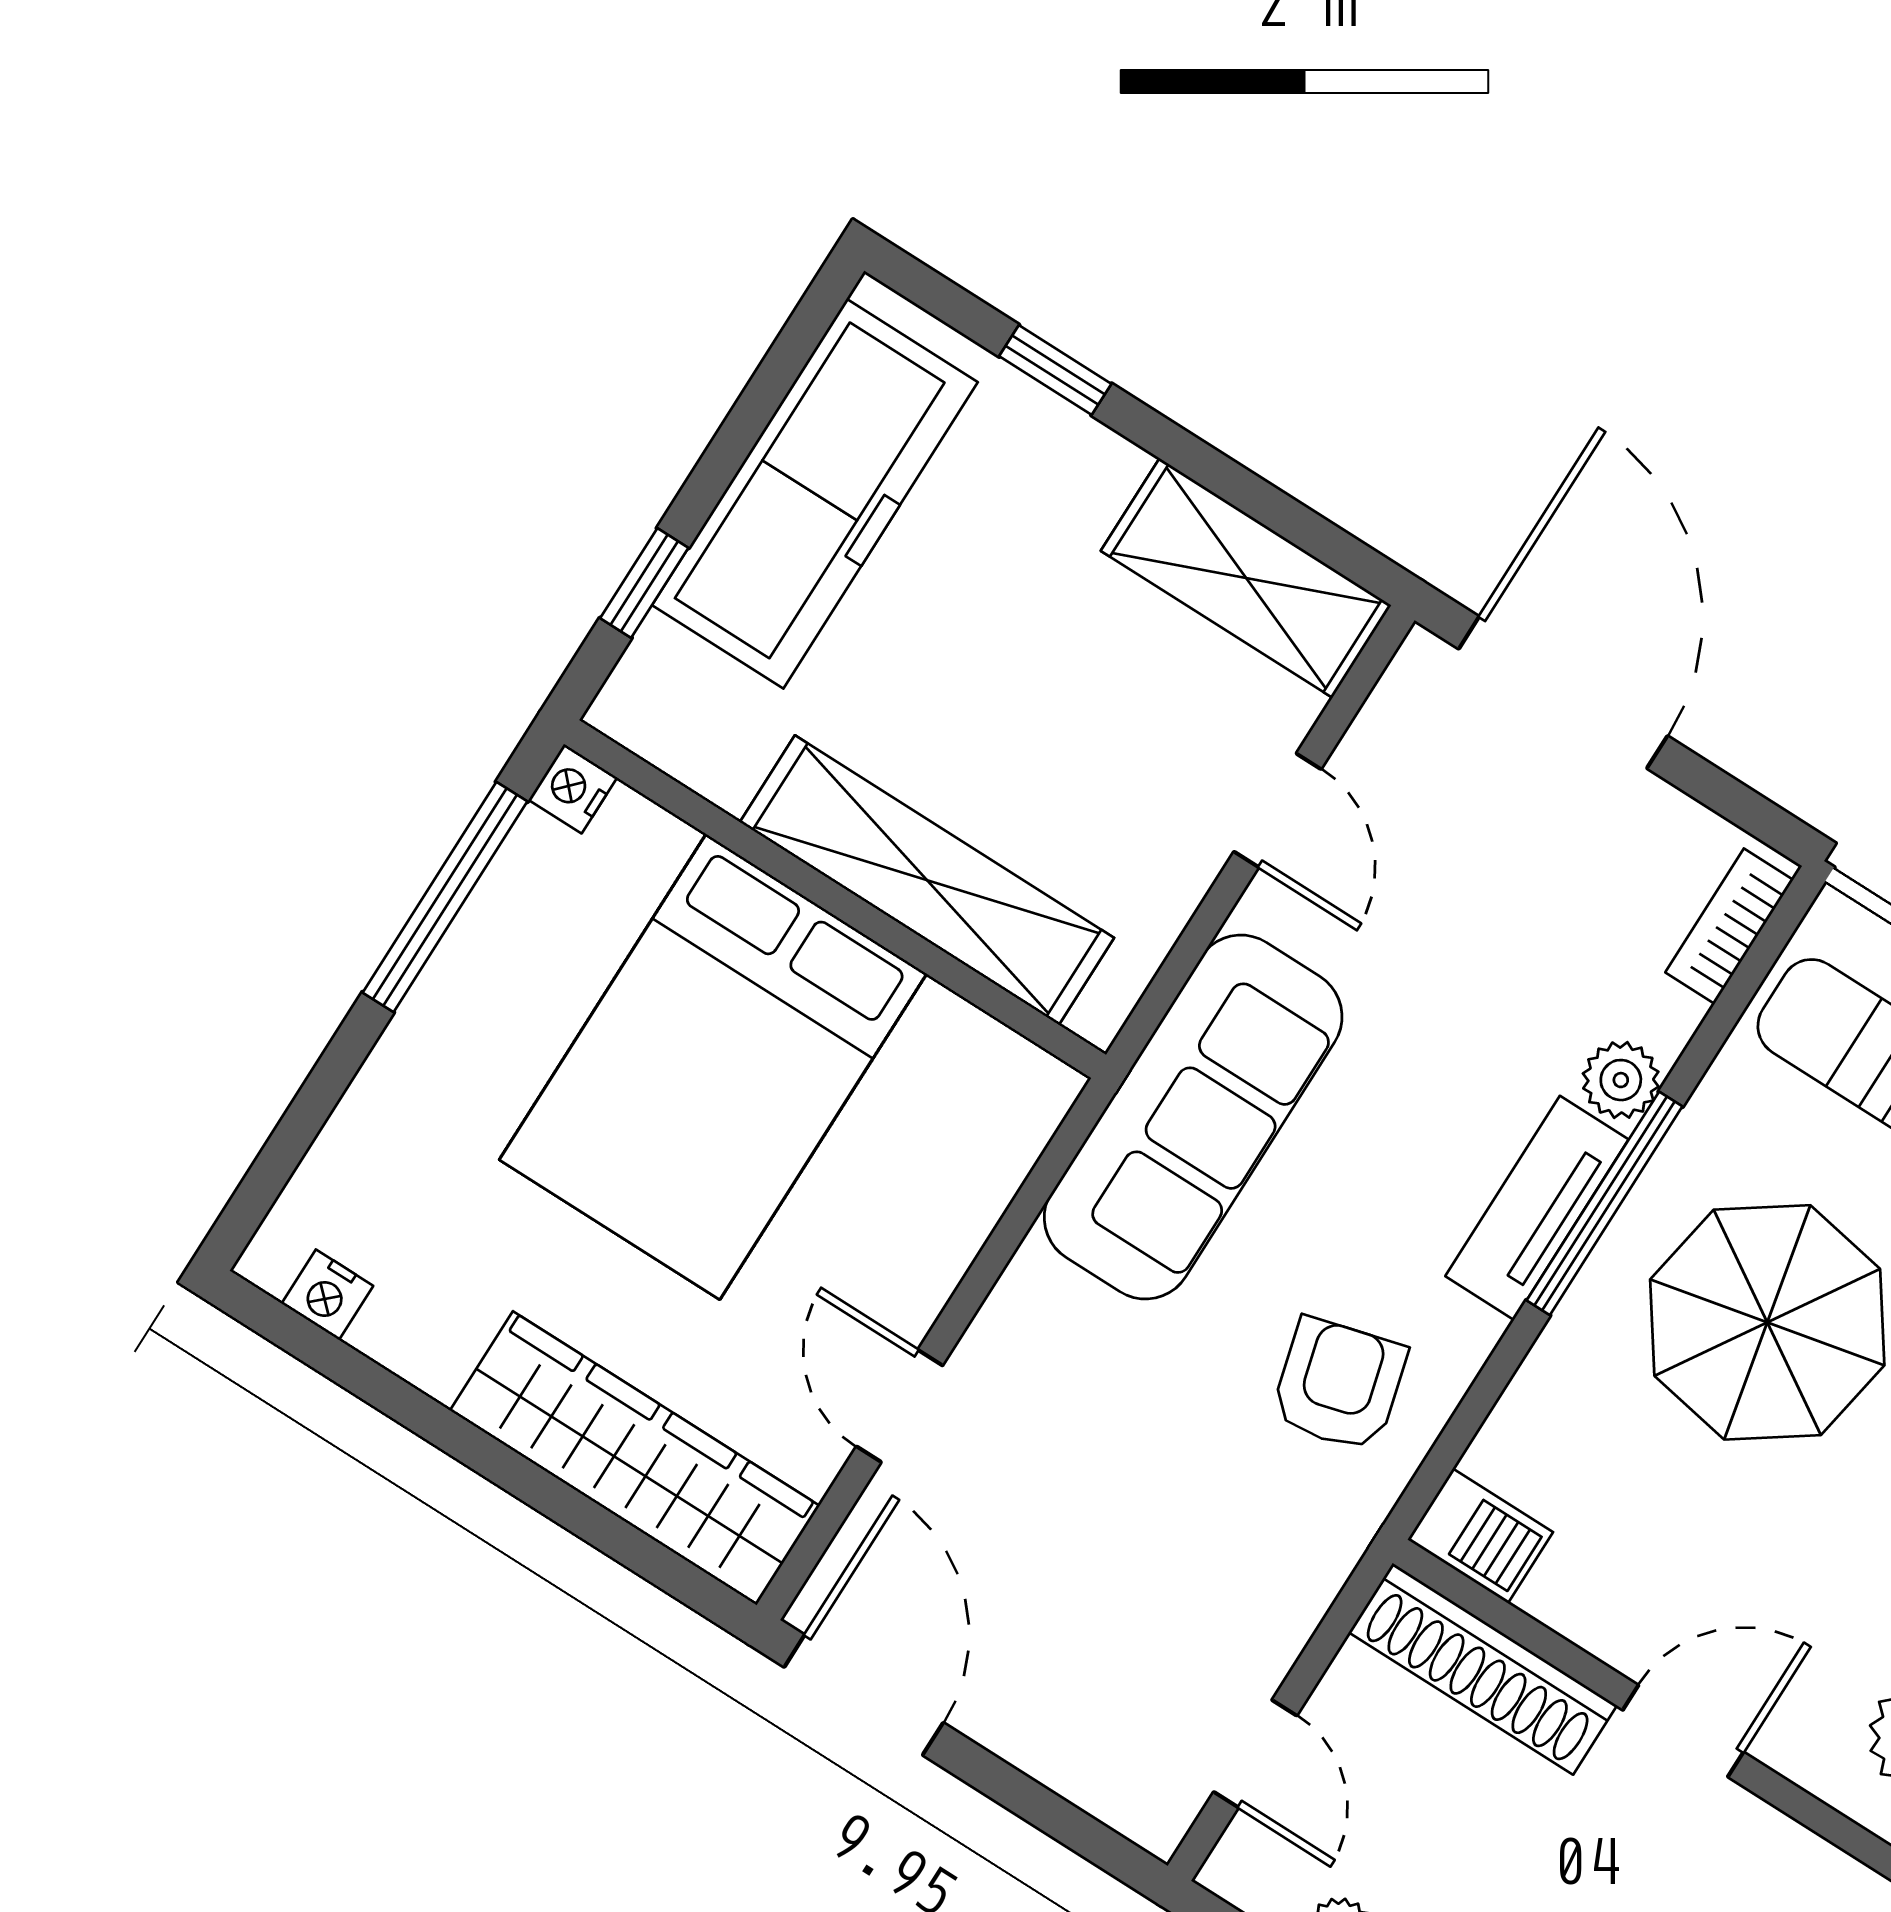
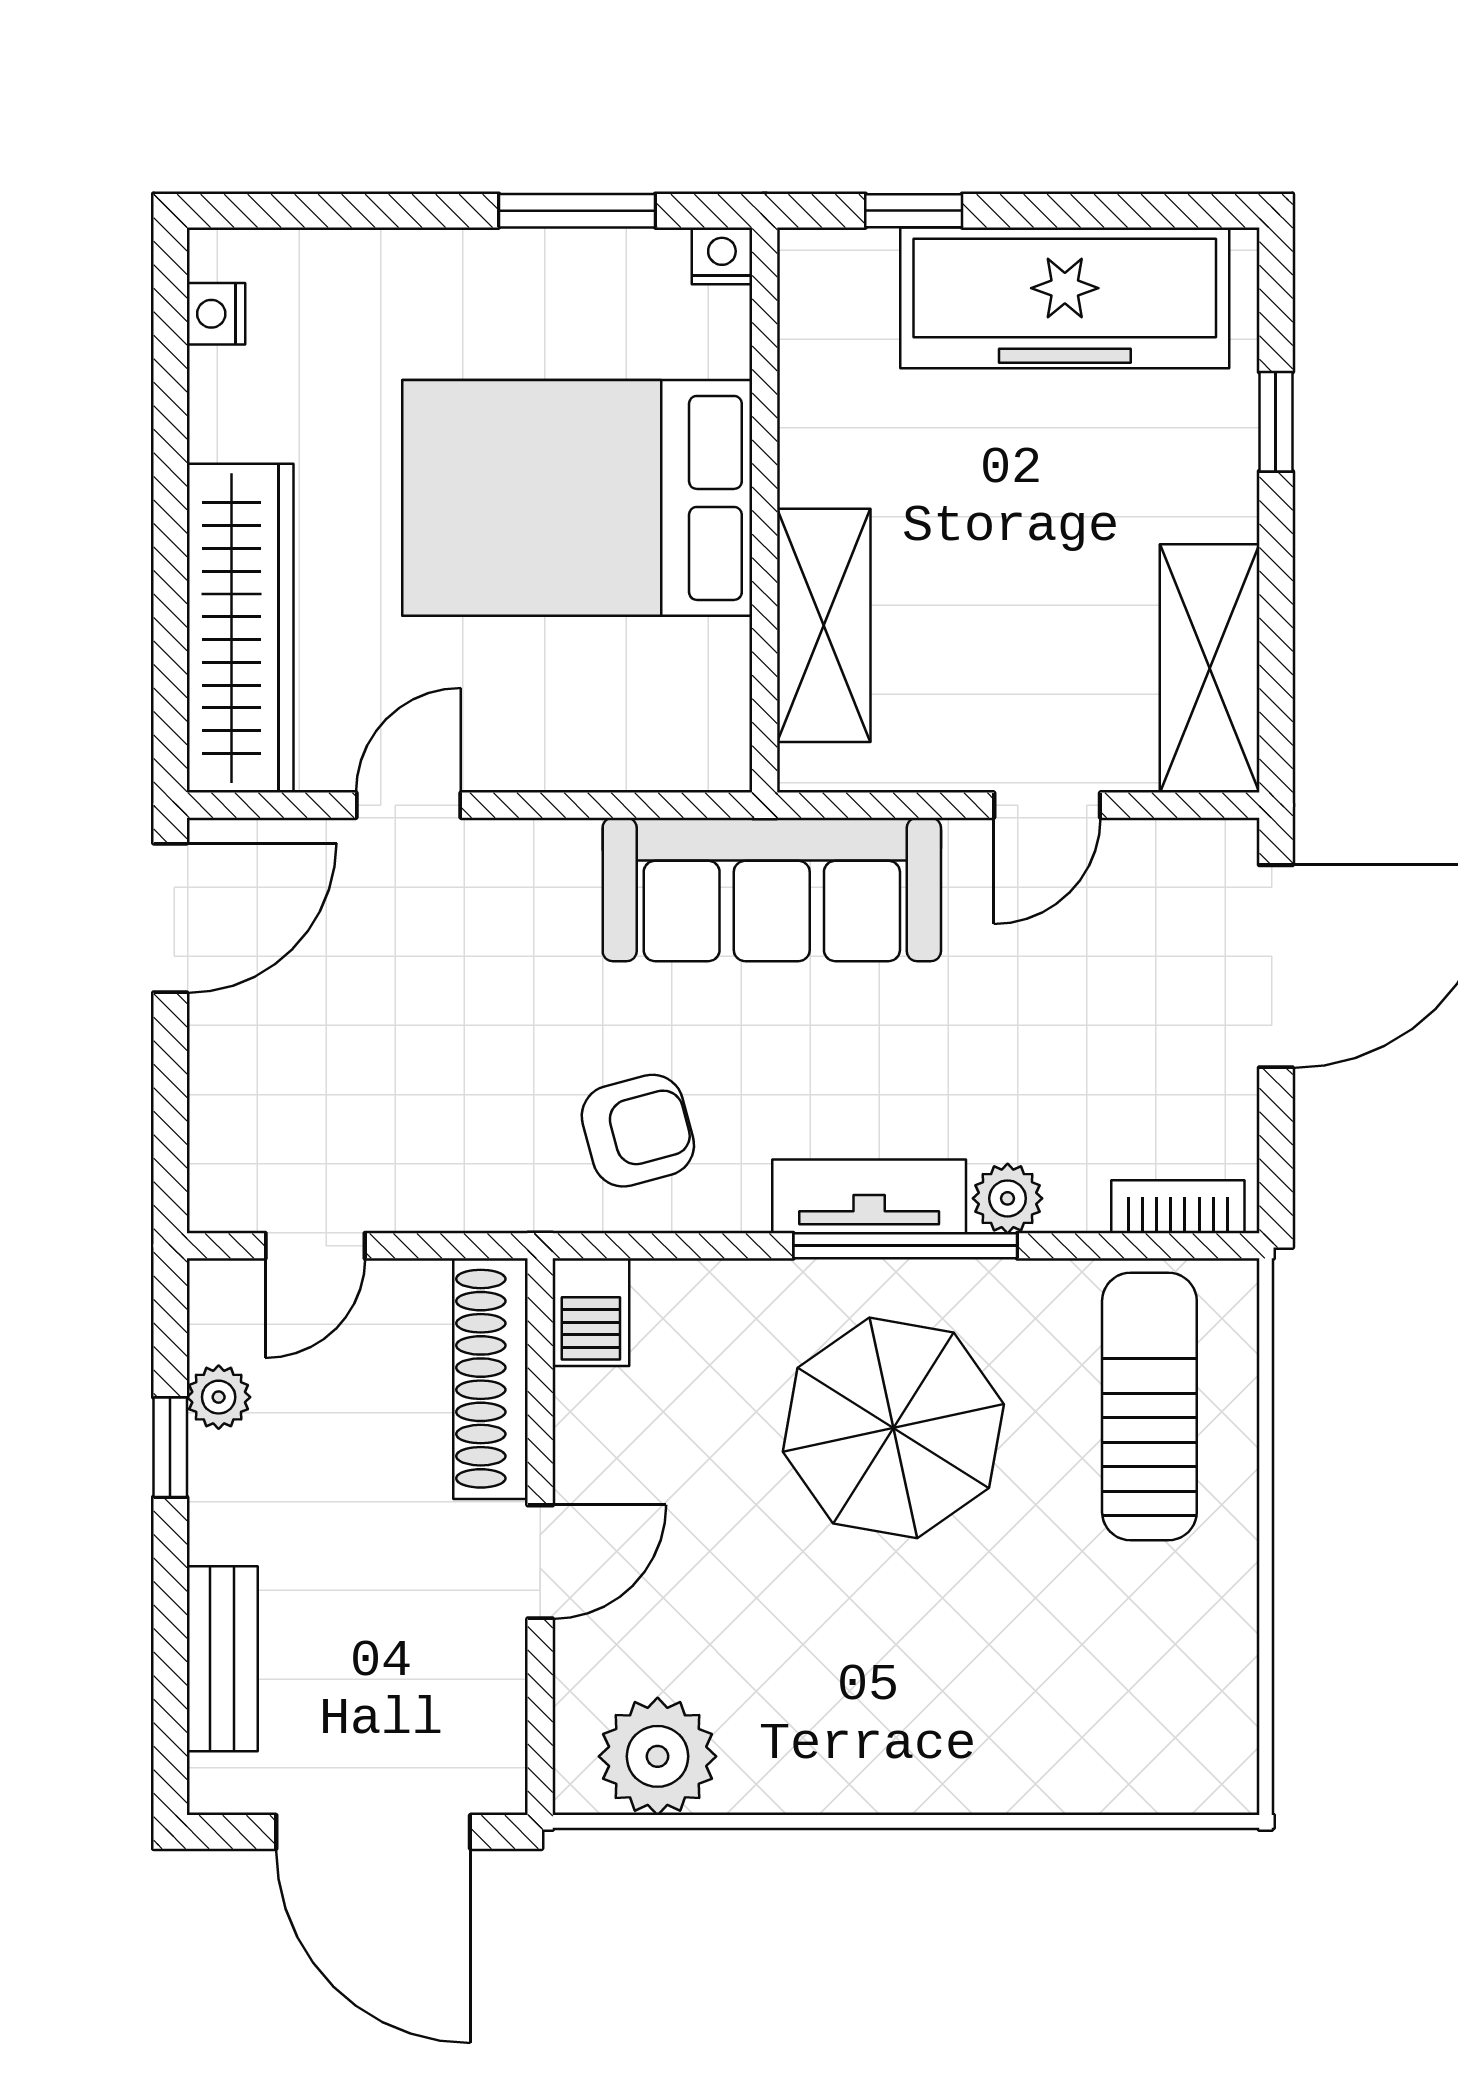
shelving: (927, 880) -> (824, 625), width x0.68
window: (445, 897) -> (577, 211), width x0.69
door: (1683, 1731) -> (540, 1562), hinge flipped

